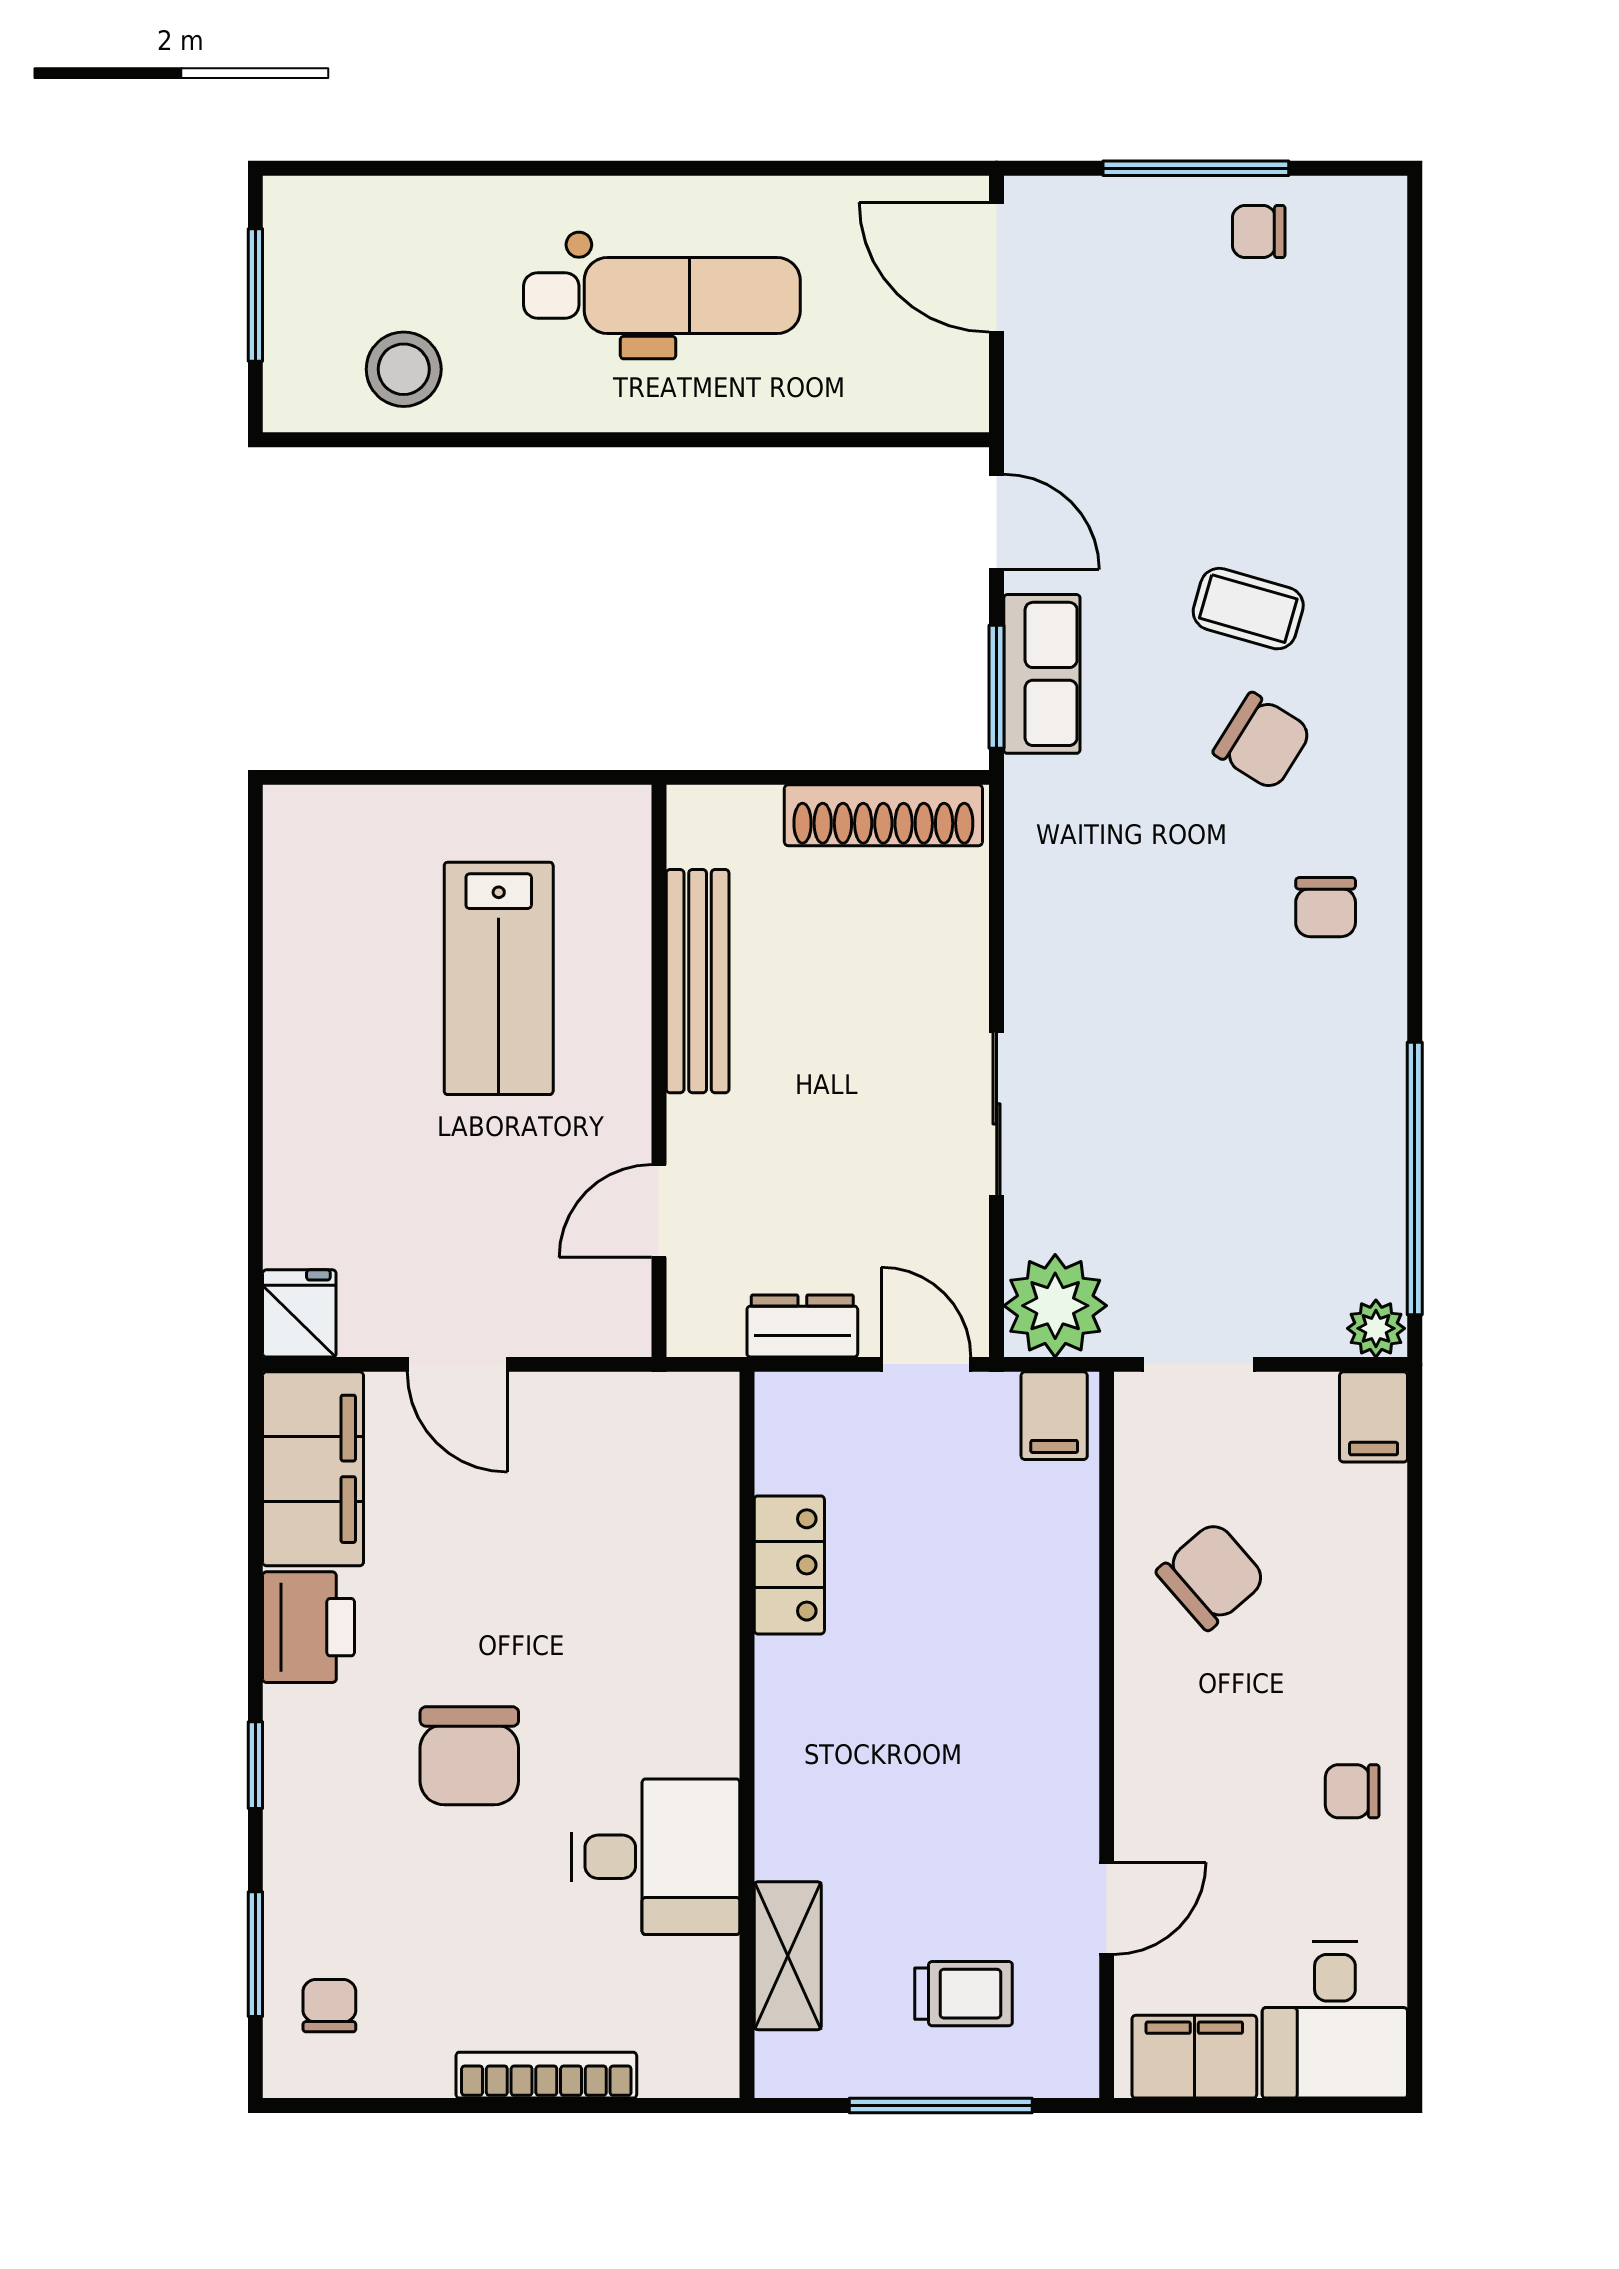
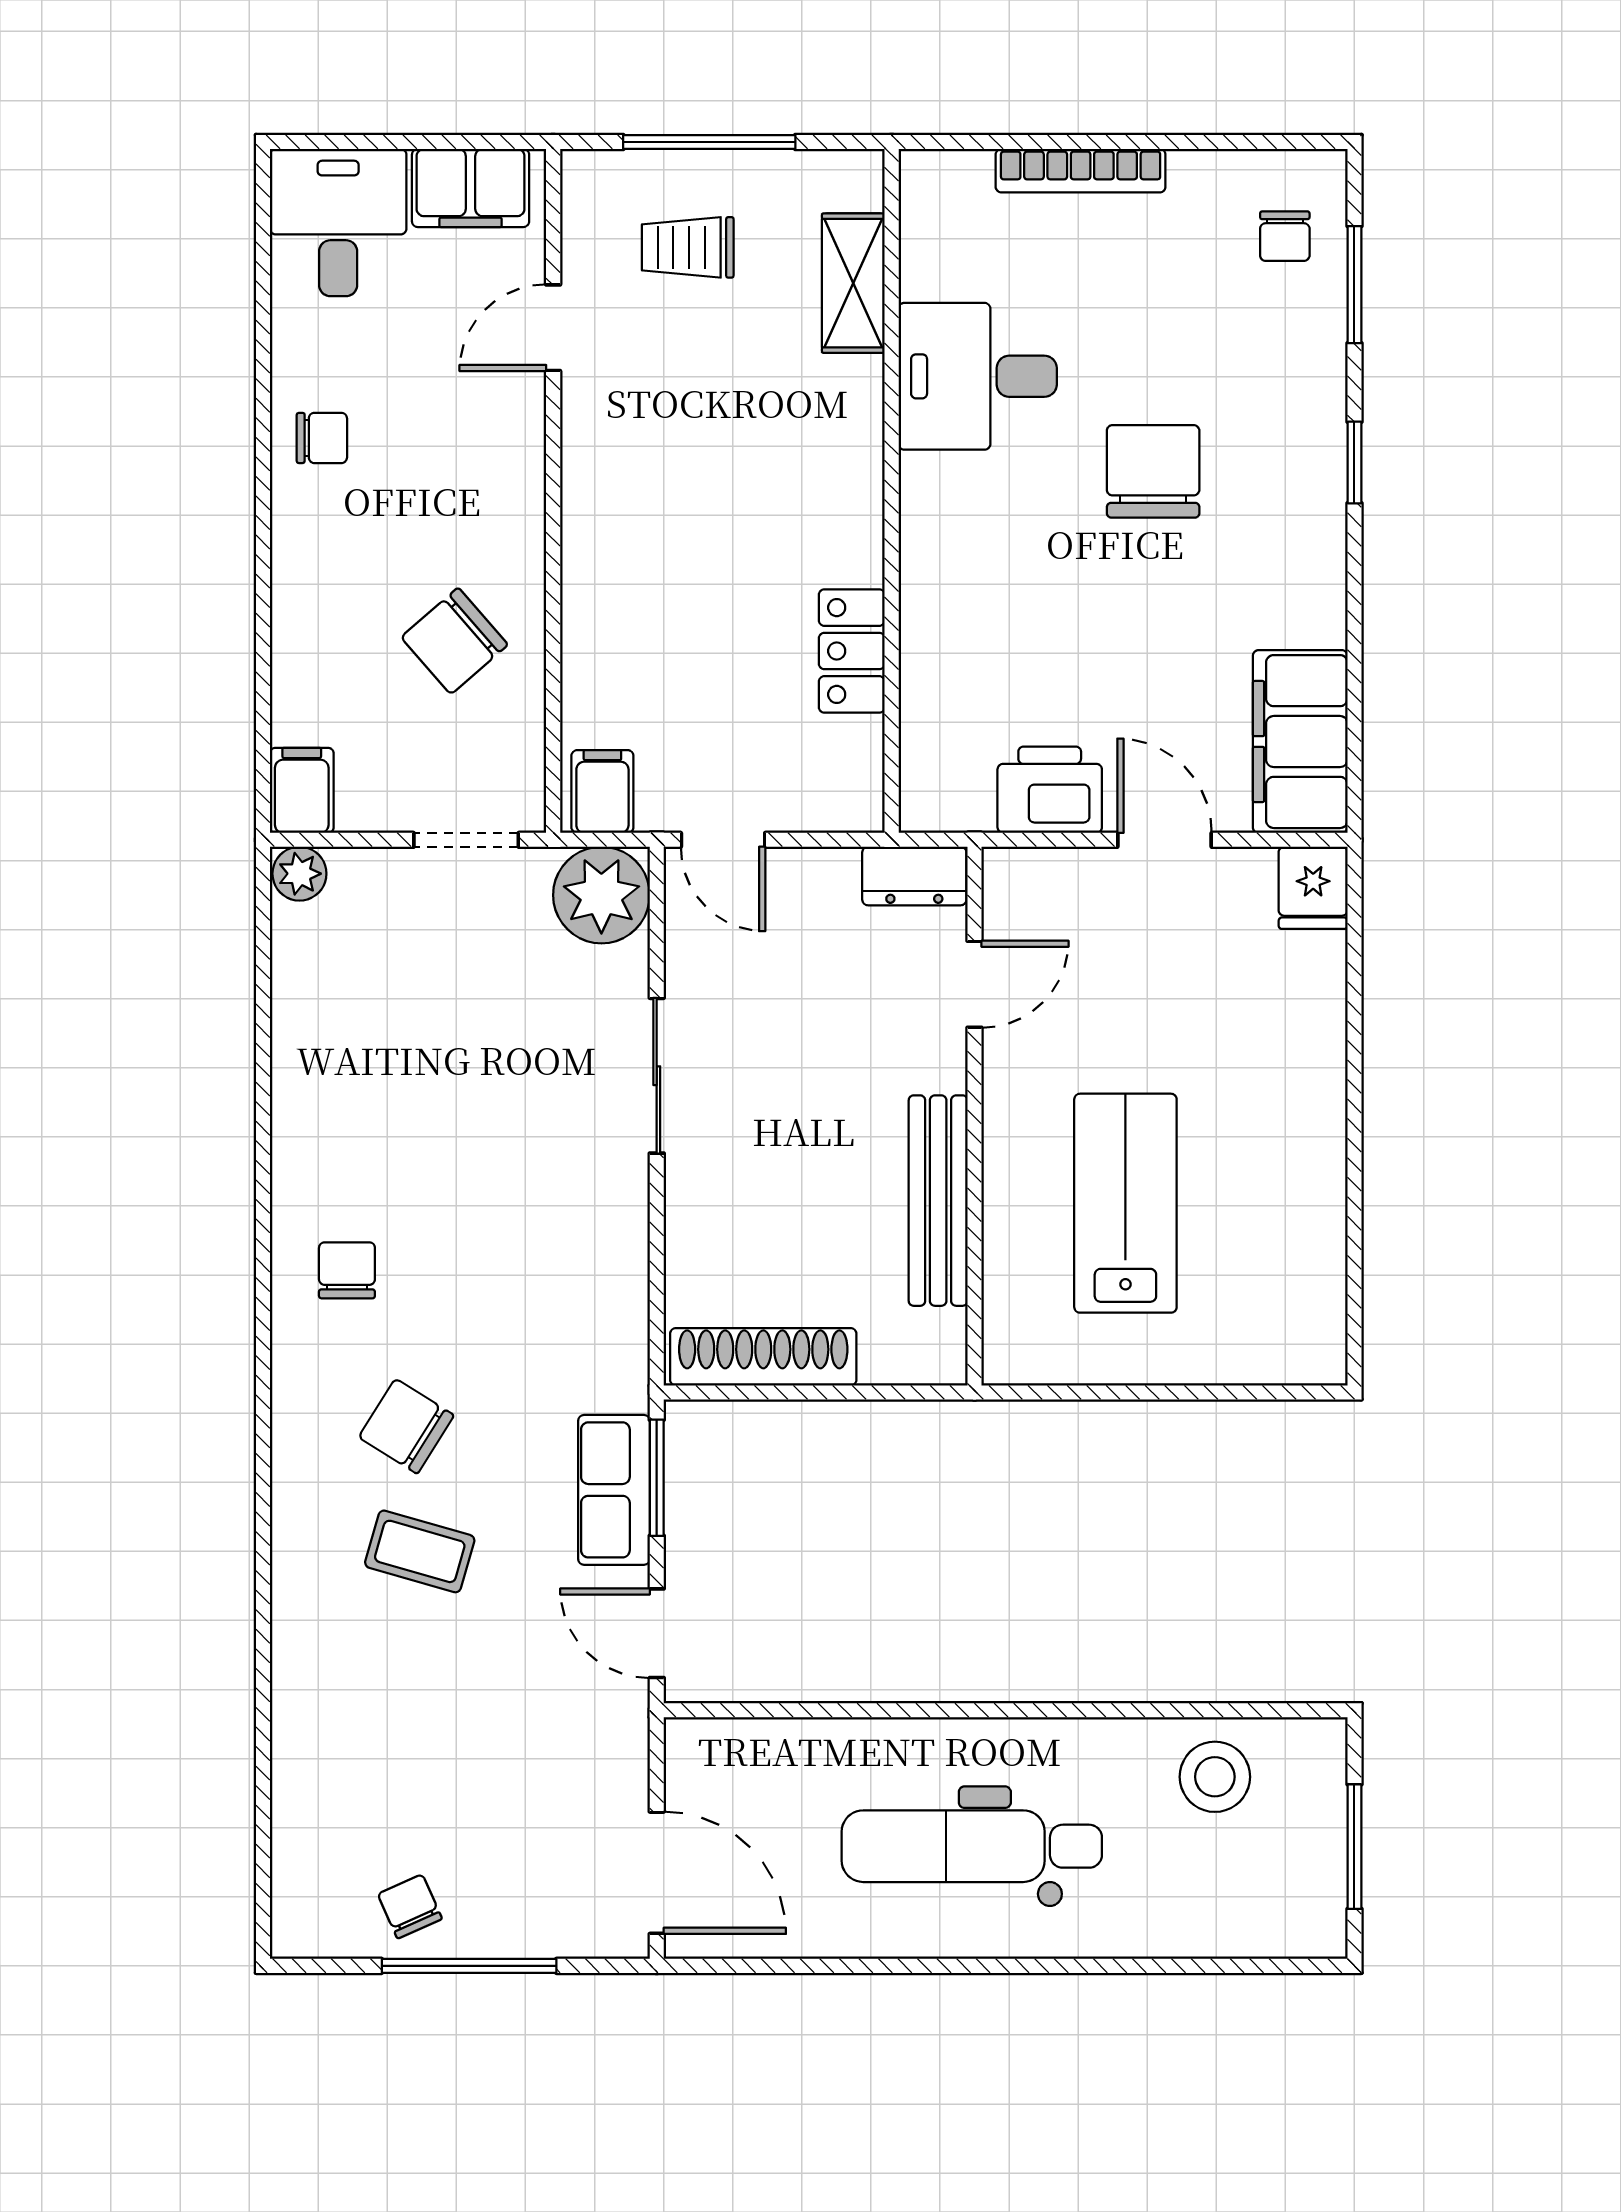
chair: (1259, 232) -> (410, 1906), turned -114
window: (1415, 1179) -> (263, 1015), removed
dresser: (802, 1326) -> (914, 876), moved
printer: (309, 1627) -> (1050, 790), moved, turned 90

